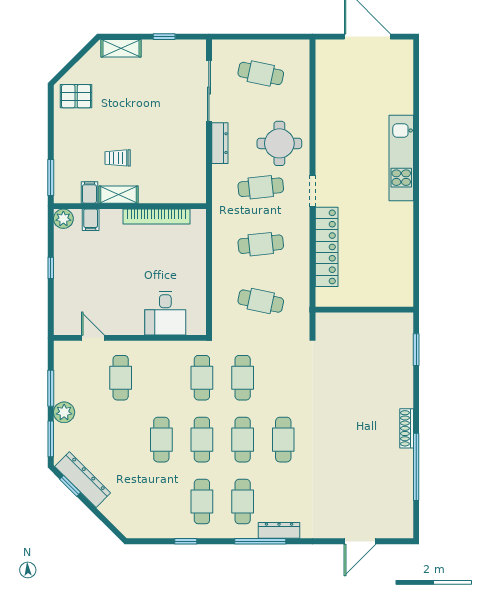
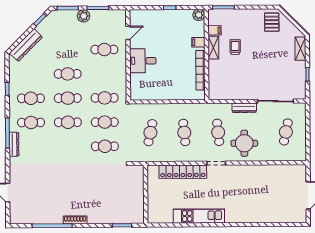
kitchen unit: (401, 158) -> (199, 216), moved
filing cabinet: (91, 220) -> (198, 42), moved
desk: (165, 313) -> (143, 61), moved
cafe table: (283, 440) -> (105, 146), moved
dresser: (83, 480) -> (26, 45), moved

